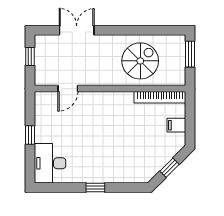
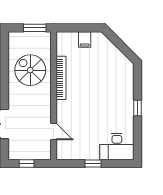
window: (190, 54) -> (35, 28), moved
bookcase: (160, 97) -> (61, 78), moved
window: (169, 168) -> (121, 45), removed

